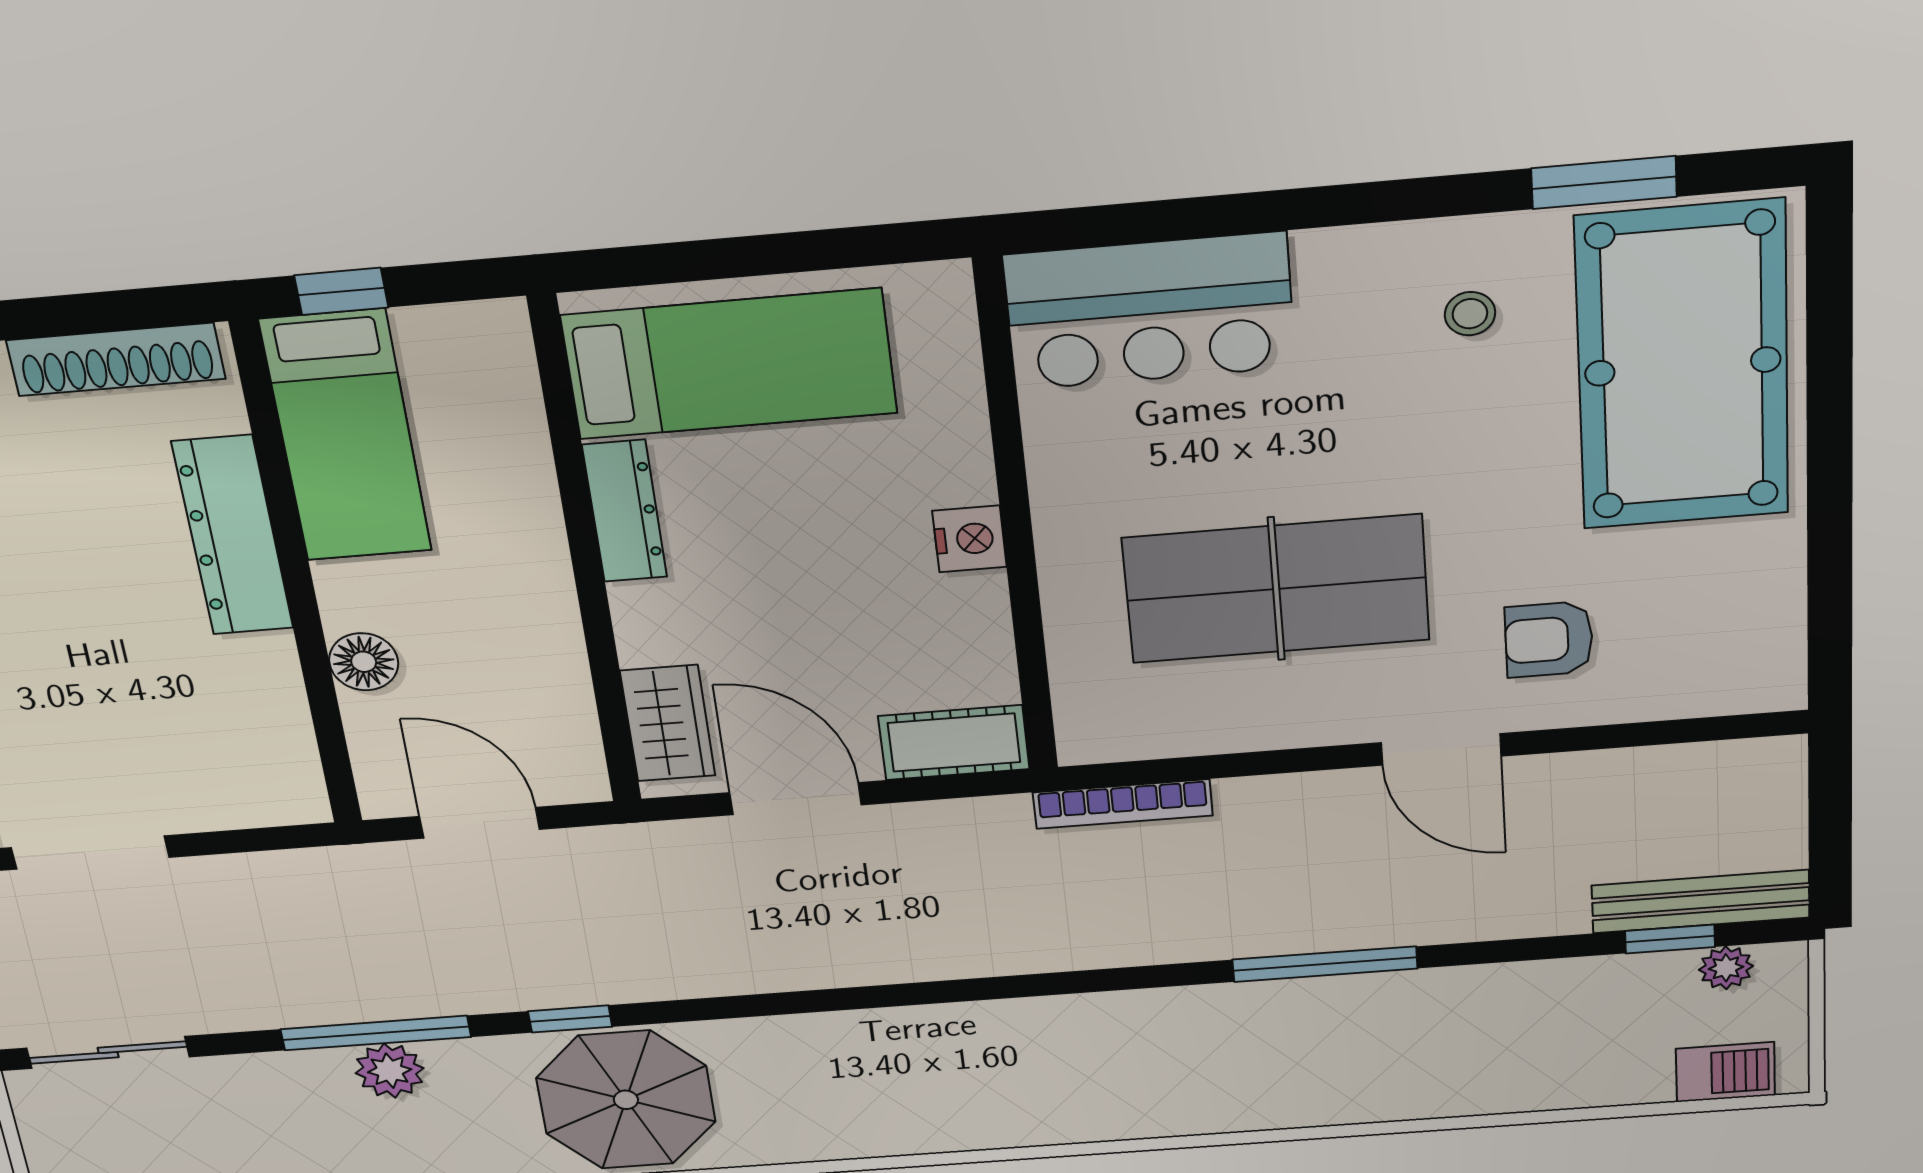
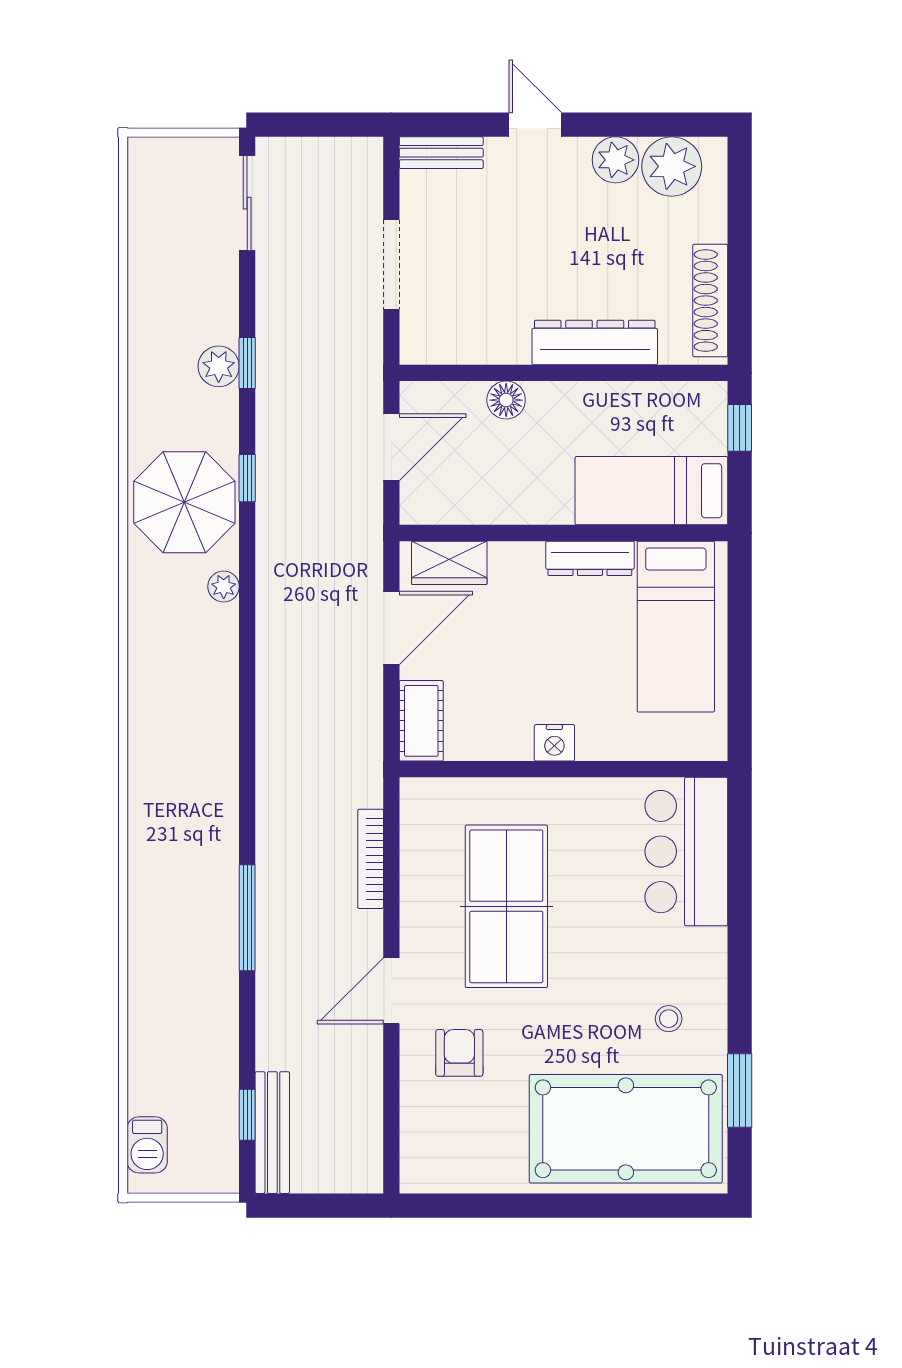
bed: (346, 436) -> (651, 491), moved
bookcase: (1123, 804) -> (371, 859), moved
doorway: (90, 852) -> (391, 264), moved
plant: (1726, 968) -> (224, 587), moved
window: (376, 1033) -> (247, 363), width x0.46

